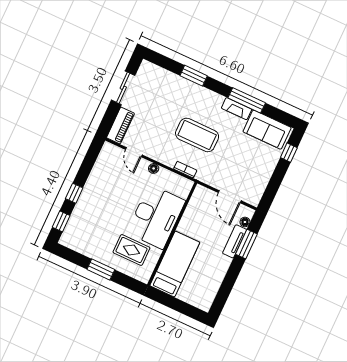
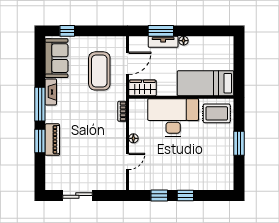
window: (247, 100) -> (40, 104), moved
piano: (120, 125) -> (52, 140), moved, turned 90
coffee table: (197, 135) -> (99, 71), moved
wardrobe: (199, 200) -> (142, 88), added
window: (61, 221) -> (159, 195), moved
floor lamp: (245, 222) -> (184, 41), moved
rug: (131, 250) -> (217, 113), moved, turned 90

